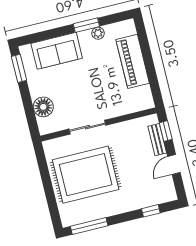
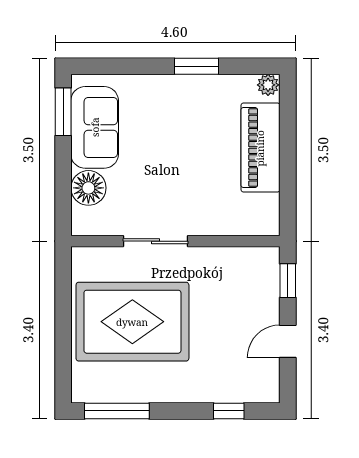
plant: (98, 33) -> (268, 85), moved
sofa: (57, 51) -> (95, 127), moved, turned -90
bench: (157, 140) -> (270, 292), removed

